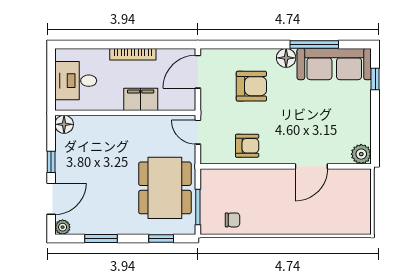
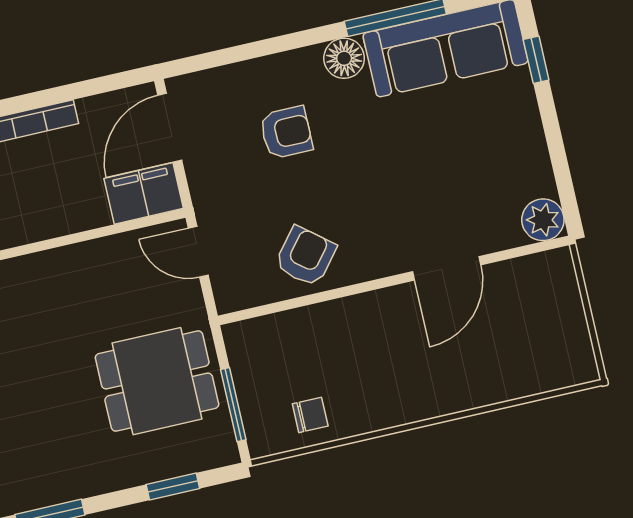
armchair: (251, 86) -> (286, 132), width x0.72, depth x0.72
filing cabinet: (141, 99) -> (144, 193), moved
armchair: (247, 146) -> (305, 256), turned -51
dining table: (165, 188) -> (157, 381), width x0.73

